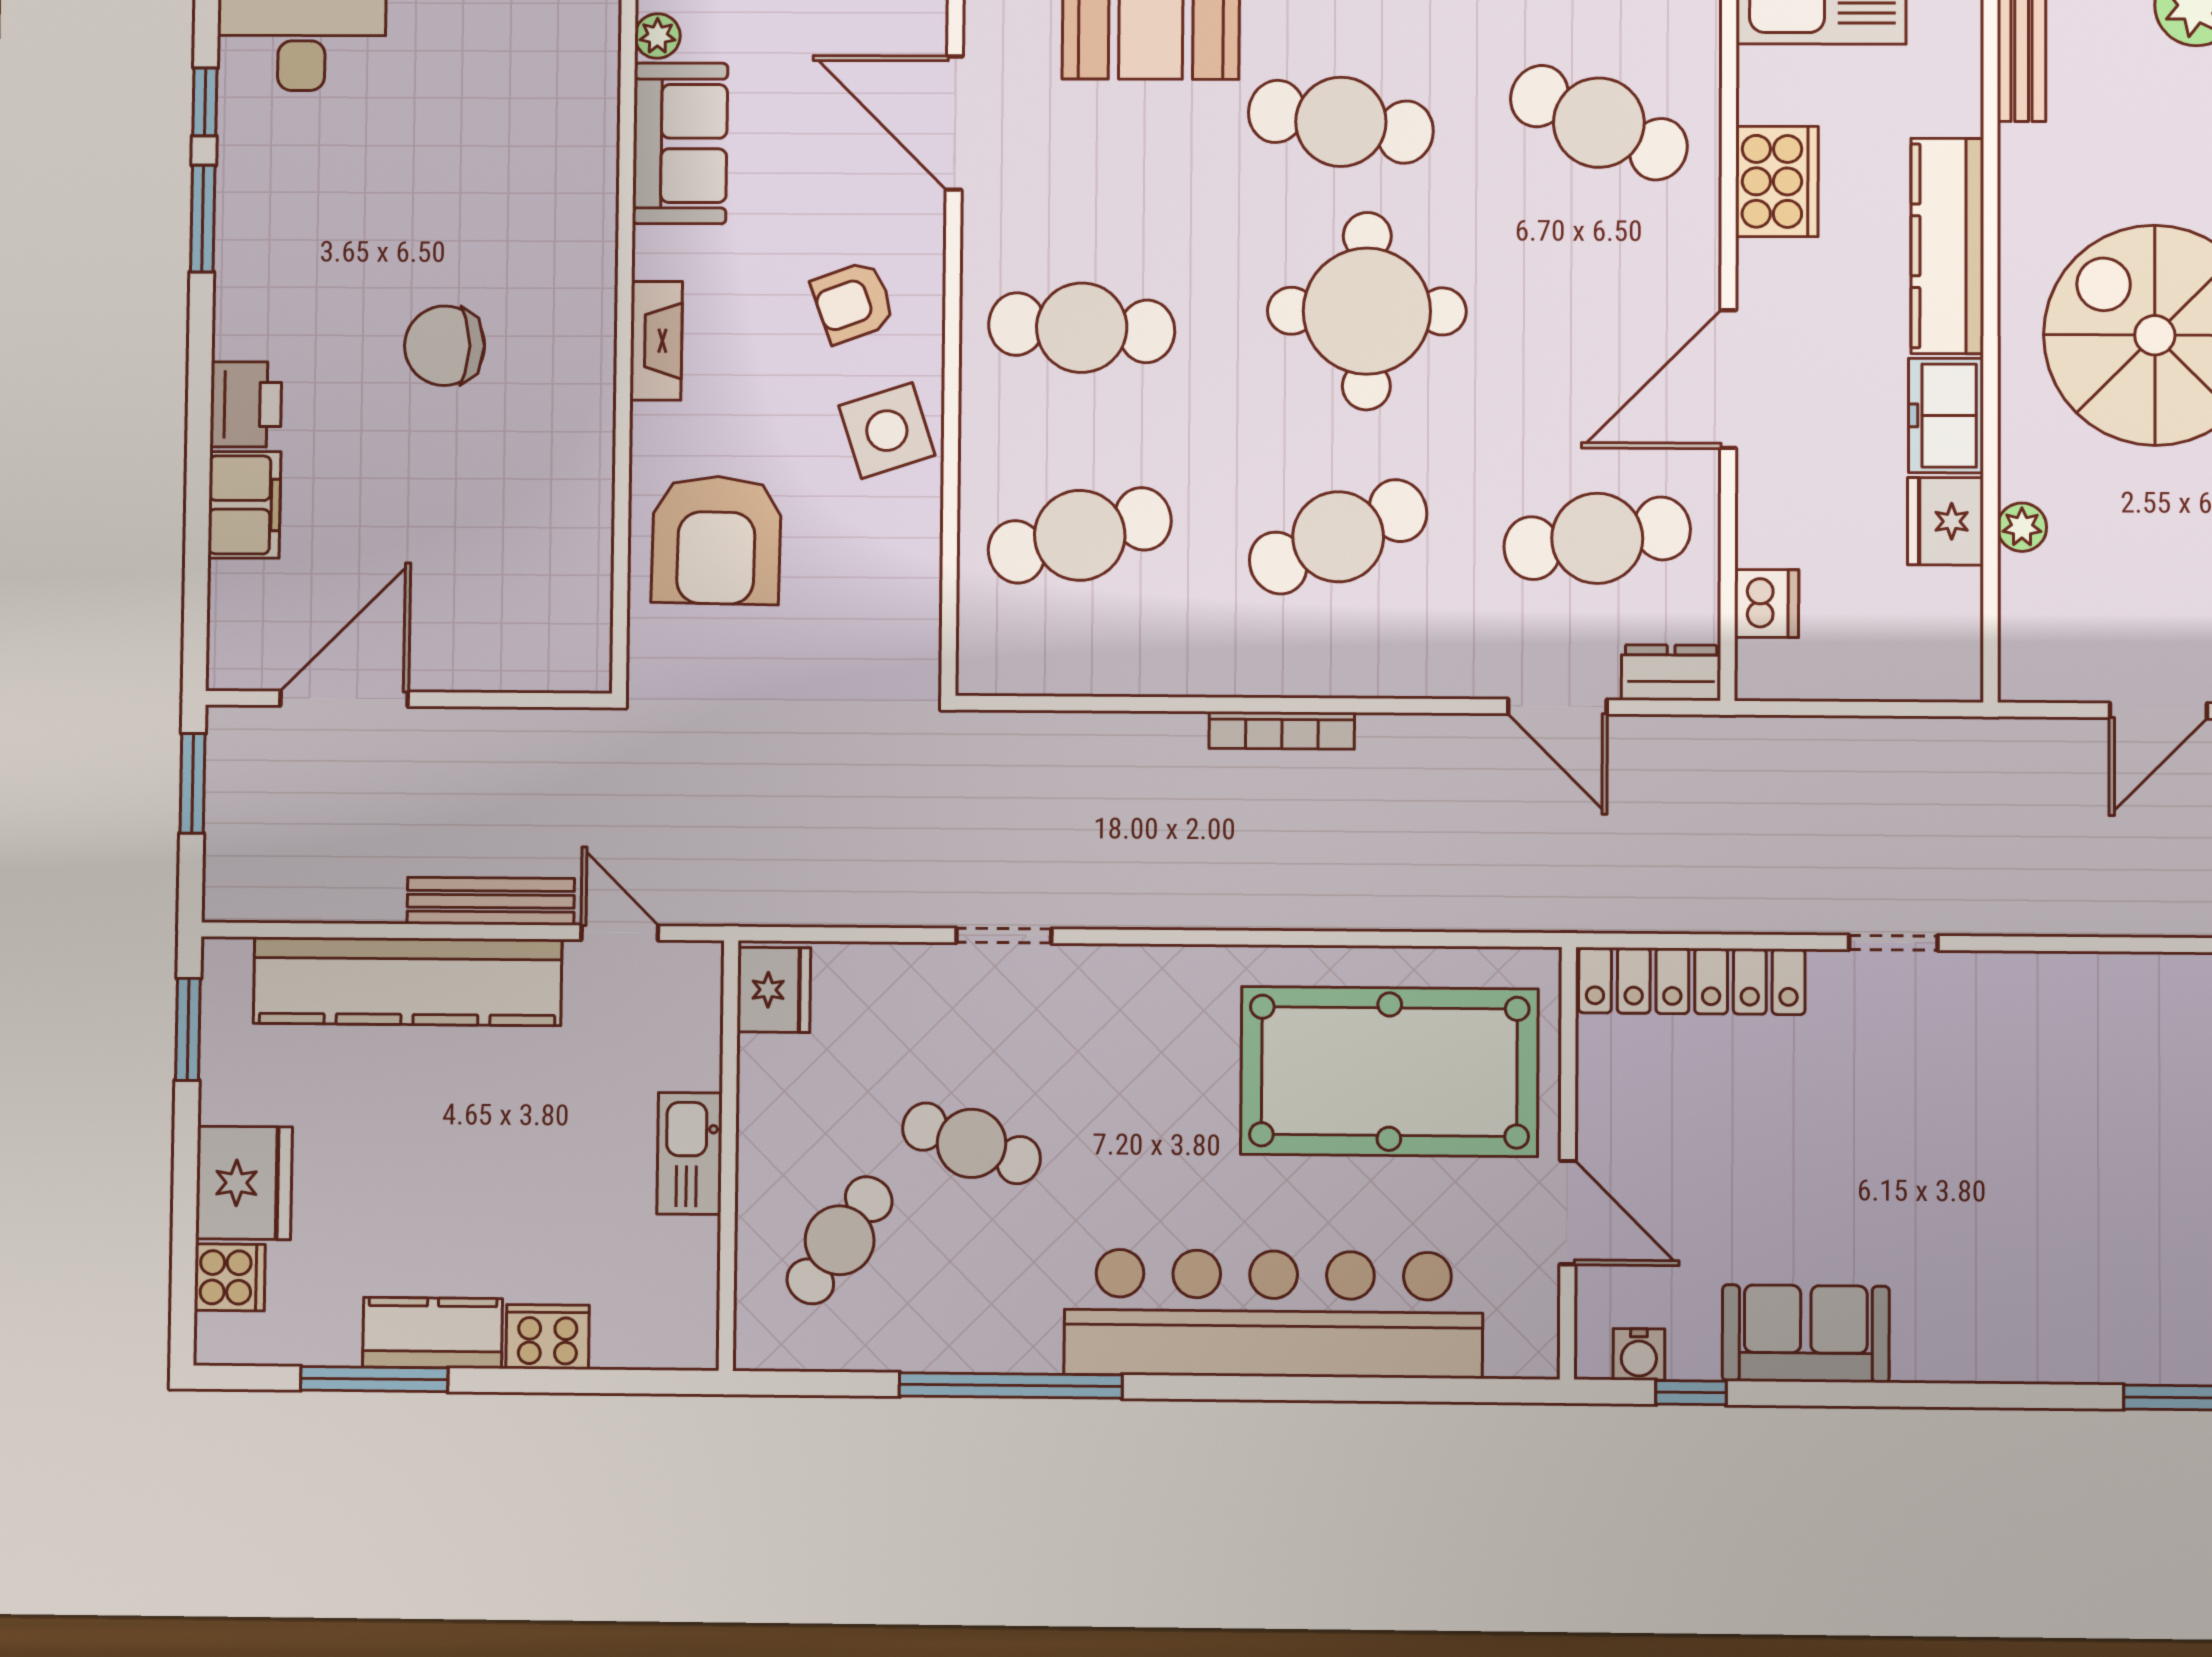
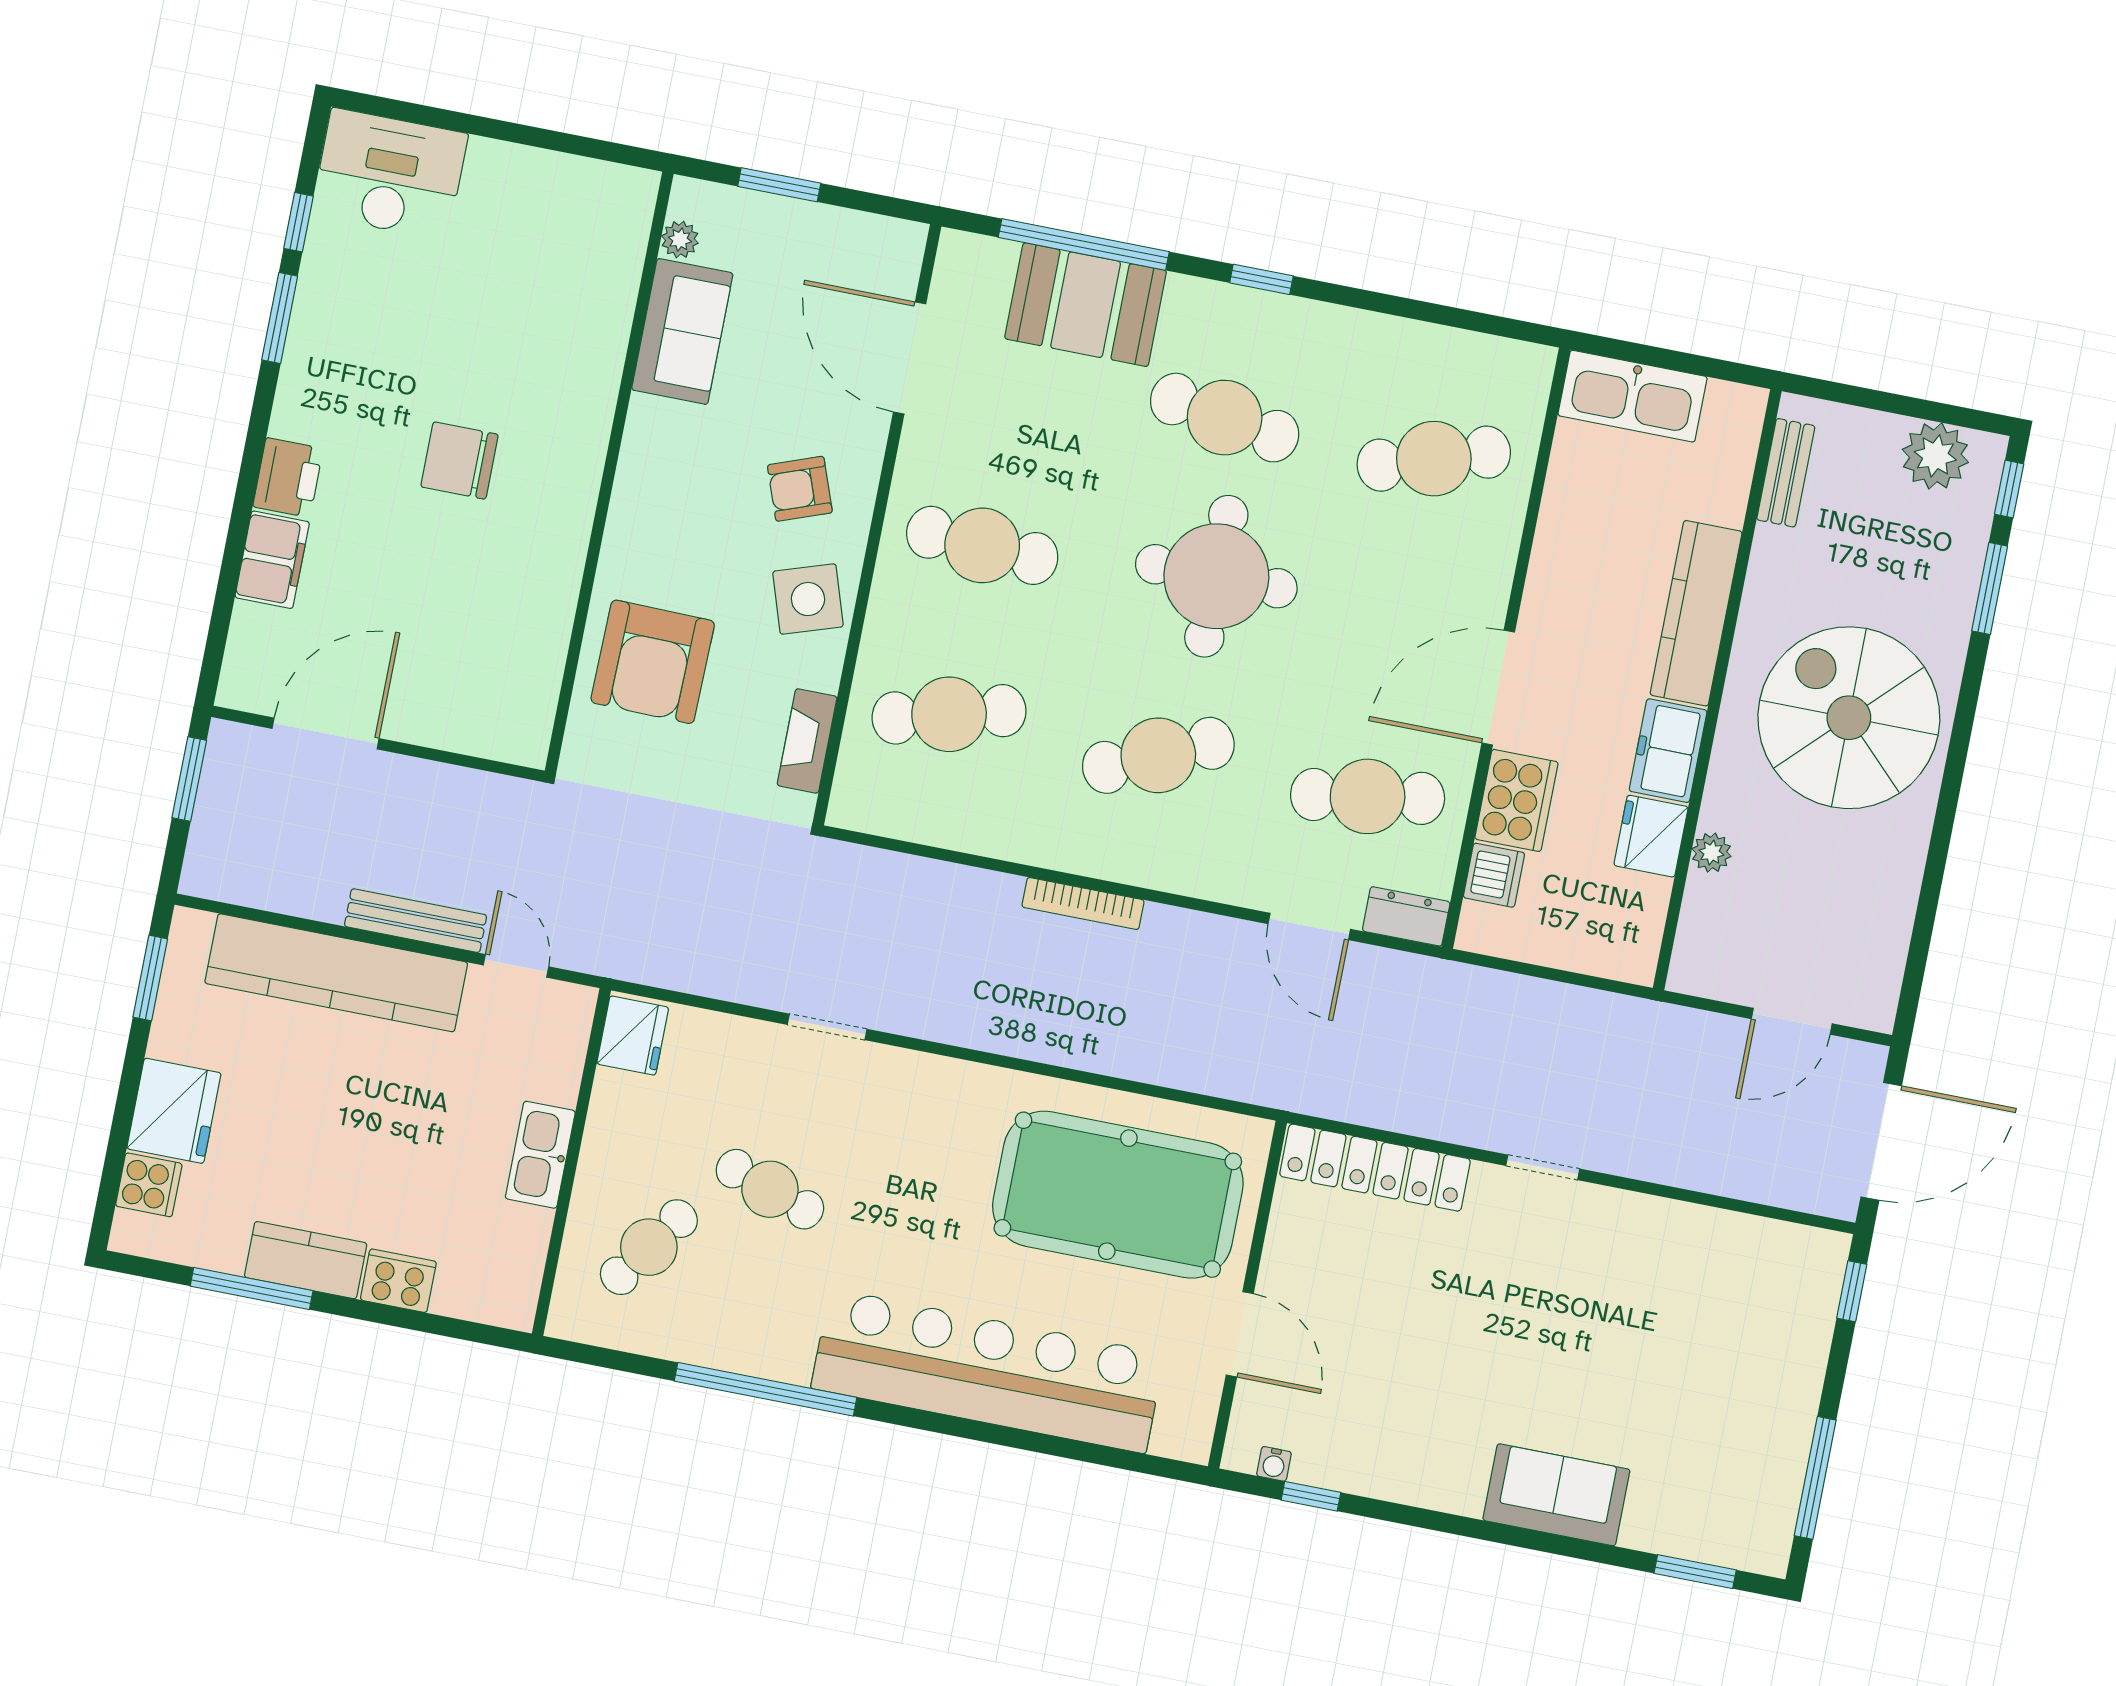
cafe table: (1599, 123) -> (1434, 459), turned -42
cooker: (1777, 181) -> (1516, 800), moved
fireplace: (656, 341) -> (807, 741), moved, turned 180
sofa: (1806, 1334) -> (1556, 1495), moved
water cooler: (1639, 1354) -> (1274, 1464), width x0.72, depth x0.72

